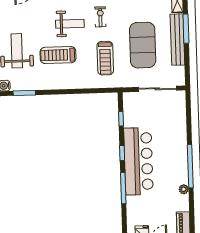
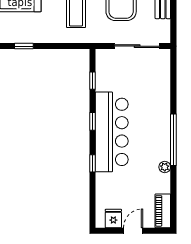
window: (63, 92) -> (24, 46), added
window: (123, 188) -> (93, 163), width x0.46

